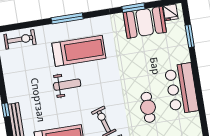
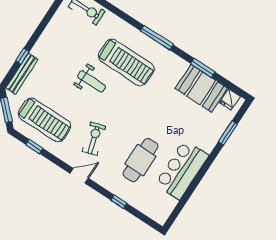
window: (67, 18) -> (157, 38), moved
cafe table: (148, 107) -> (141, 160), width x1.37, depth x1.35

